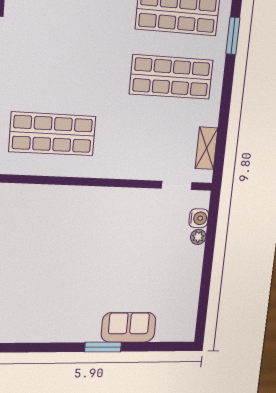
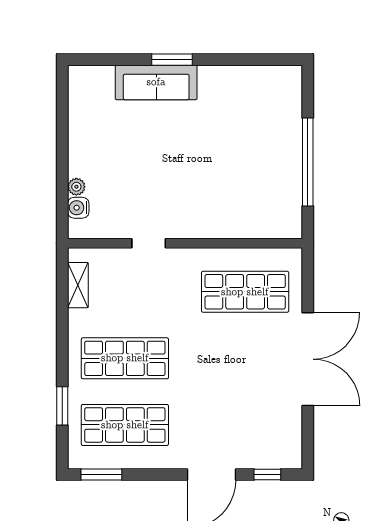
doorway: (177, 185) -> (149, 243), moved
sofa: (129, 327) -> (156, 82), width x1.36

